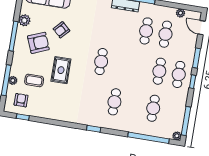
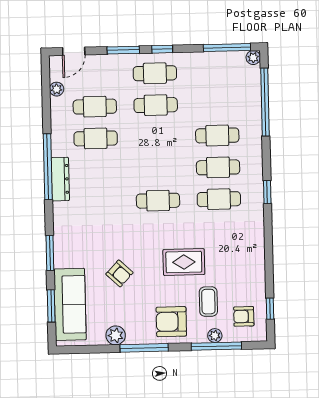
armchair: (38, 43) -> (171, 322), moved, turned -68
cafe table: (95, 99) -> (219, 199), added
cafe table: (153, 108) -> (217, 135), moved

